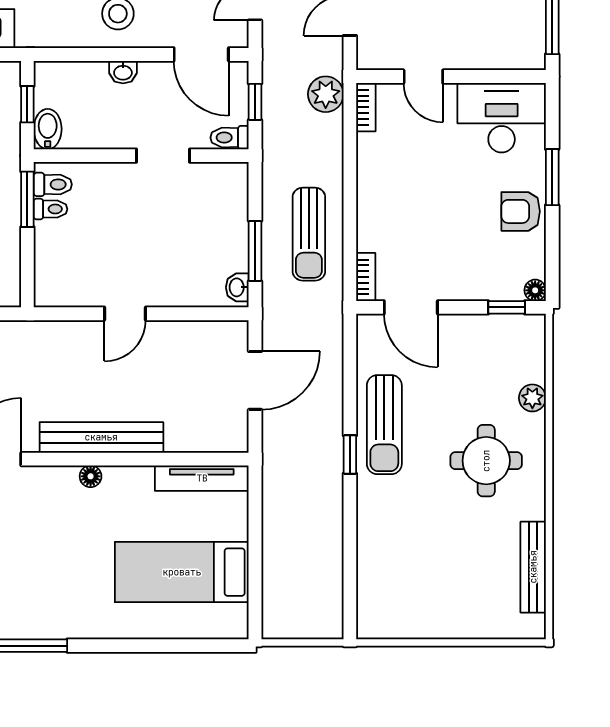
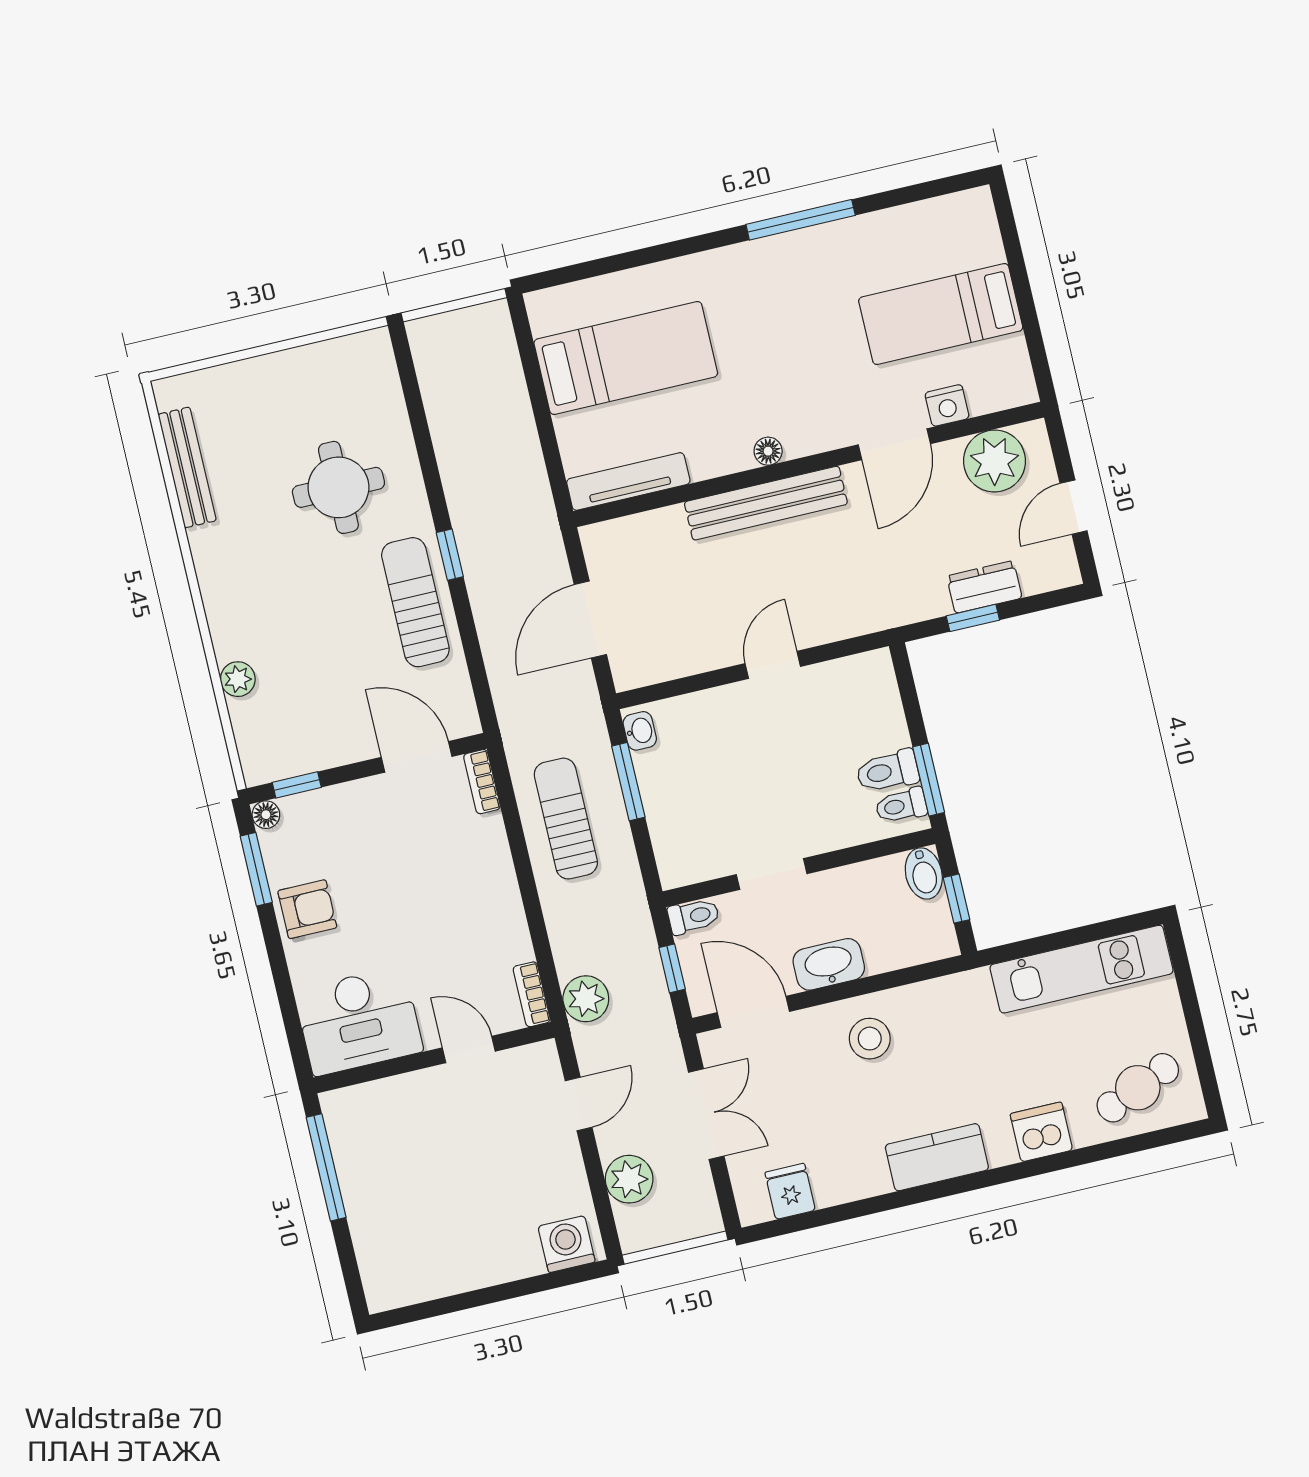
washbasin: (123, 72) -> (829, 964), width x1.91, depth x1.45
window: (552, 177) -> (256, 869), moved
toilet: (51, 209) -> (887, 771), width x1.37, depth x1.39
round table: (486, 461) -> (338, 487), moved

